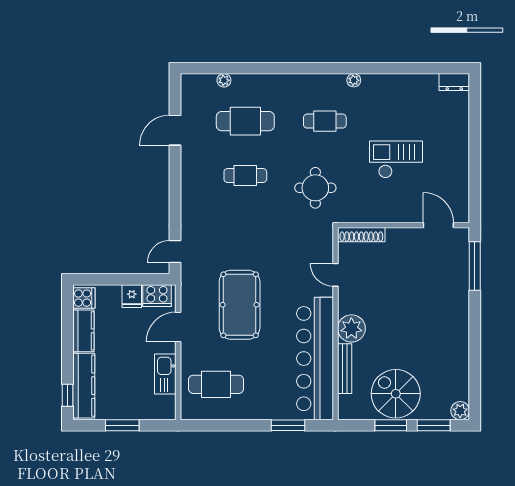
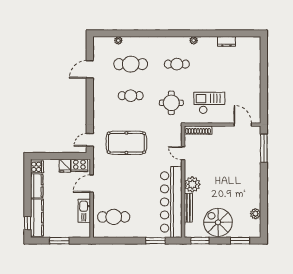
dresser: (454, 82) -> (226, 41), moved
checkout: (396, 160) -> (209, 103), moved
pool table: (240, 305) -> (126, 143), moved, turned 90
plant: (460, 411) -> (255, 214), moved
window: (391, 425) -> (200, 241), moved

